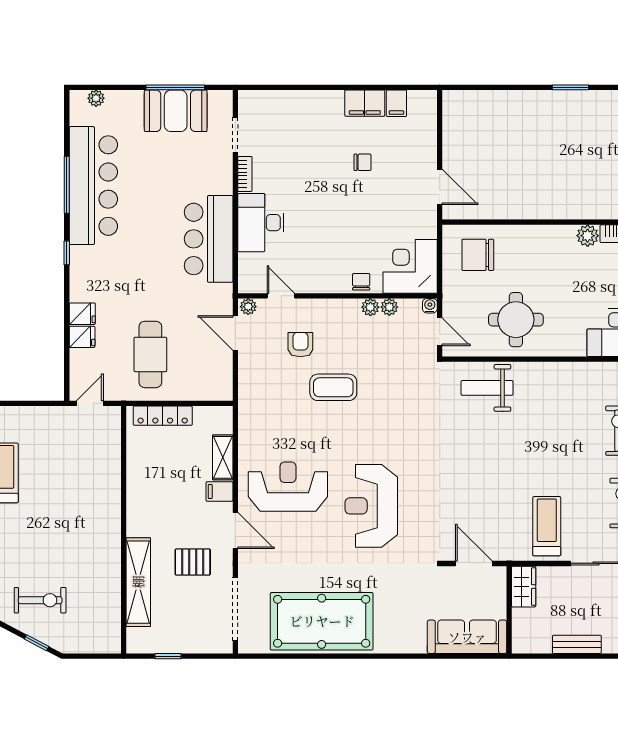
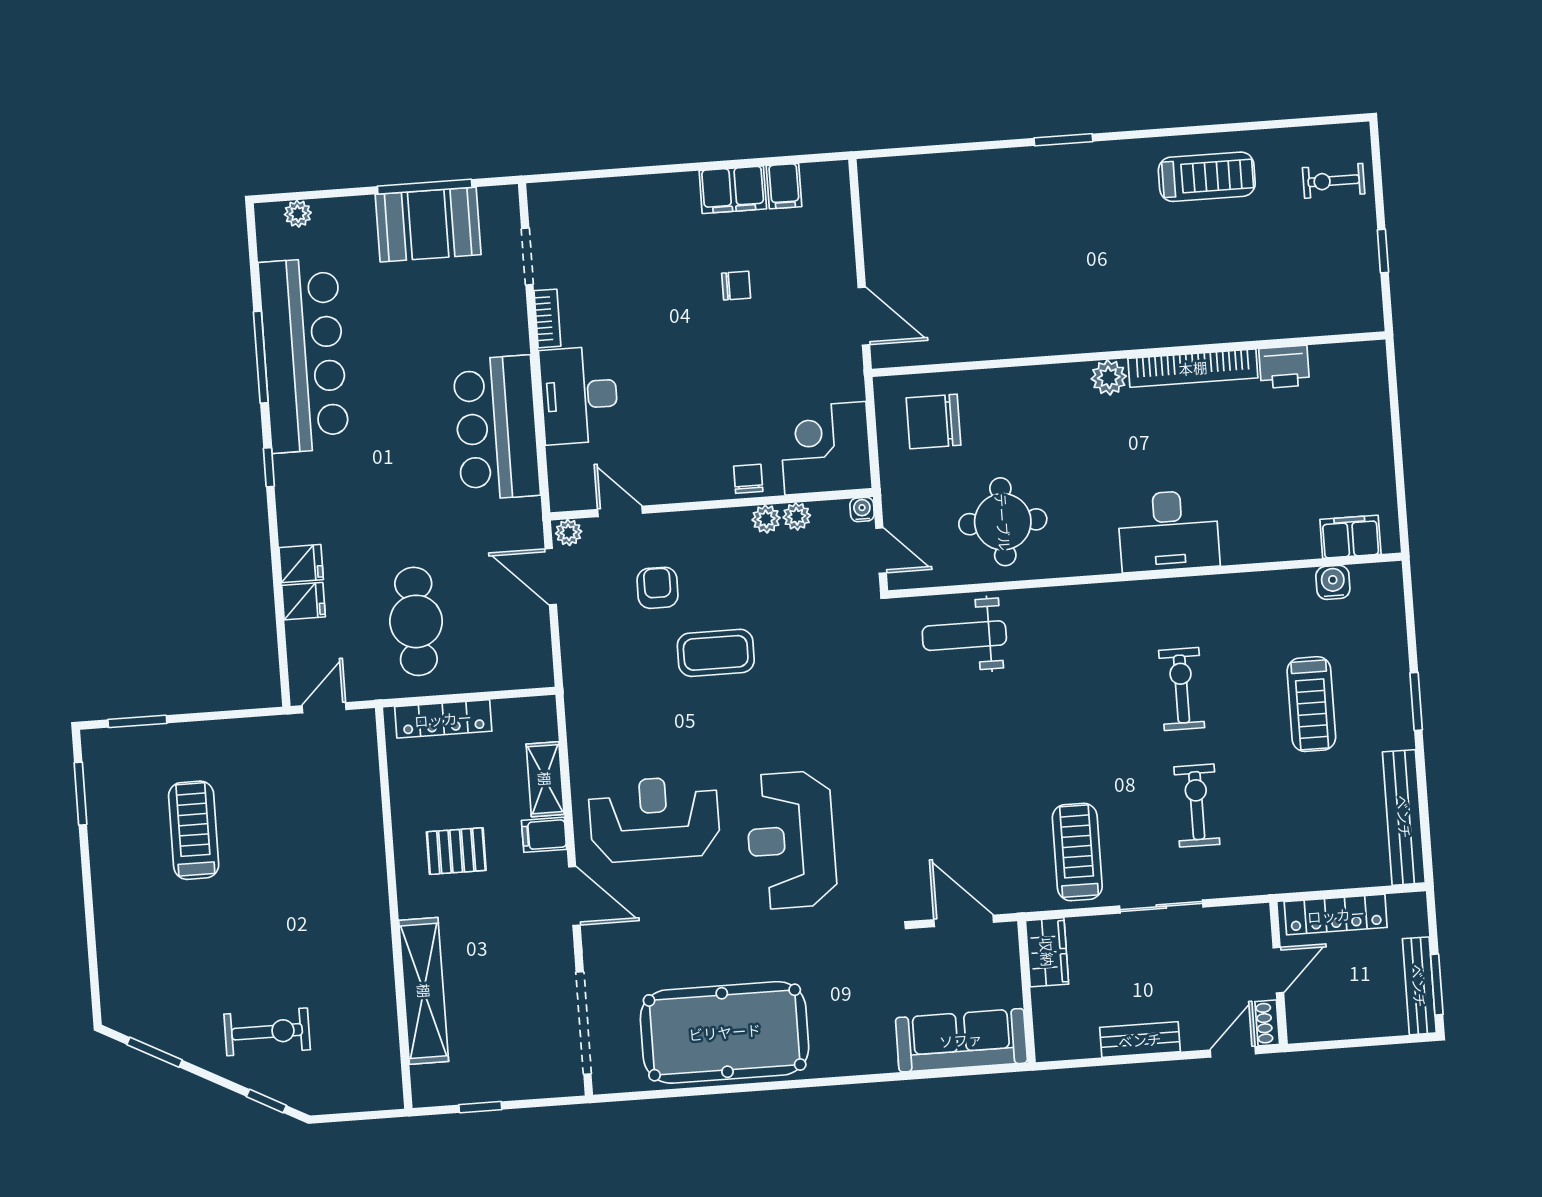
pallet: (193, 562) -> (456, 851), moved

